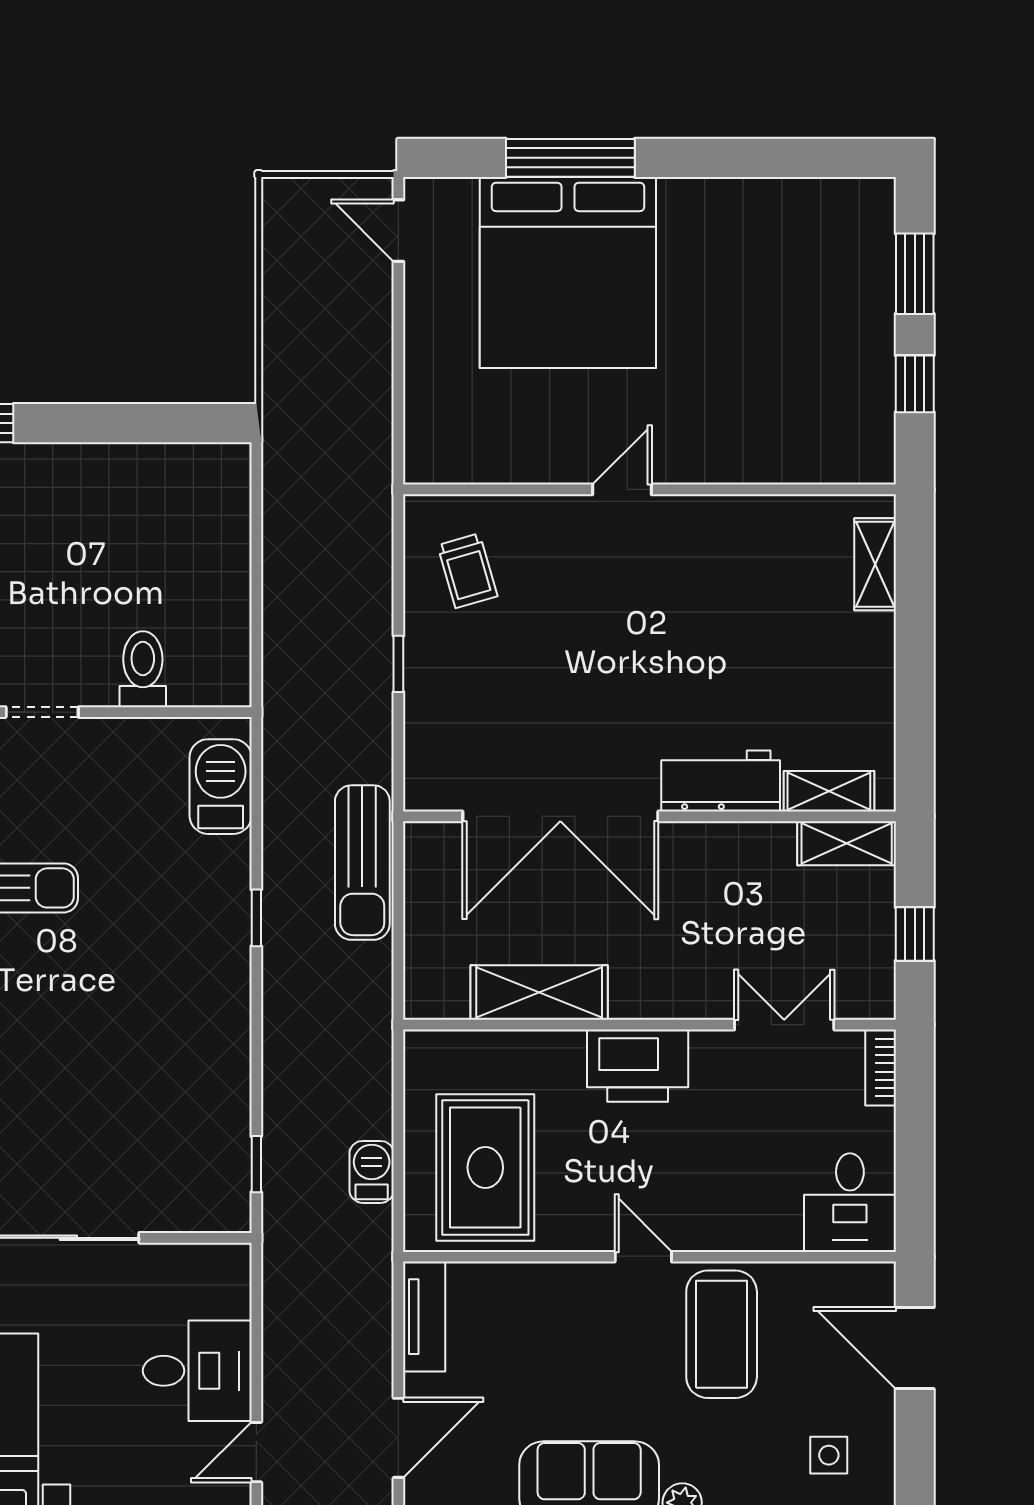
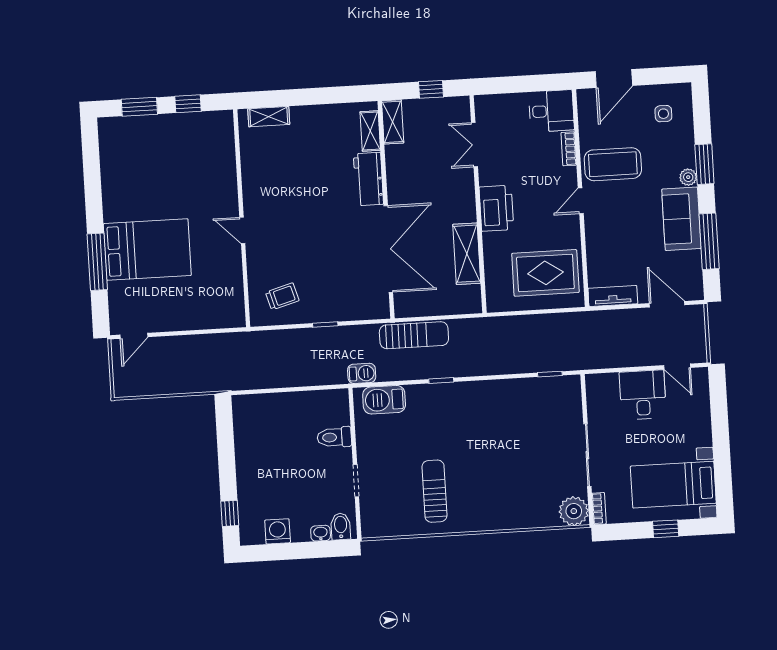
bed: (568, 273) -> (147, 250), width x0.73
bookcase: (881, 1068) -> (569, 149), moved, turned 90
barbecue: (372, 1172) -> (362, 373), moved, turned 180

